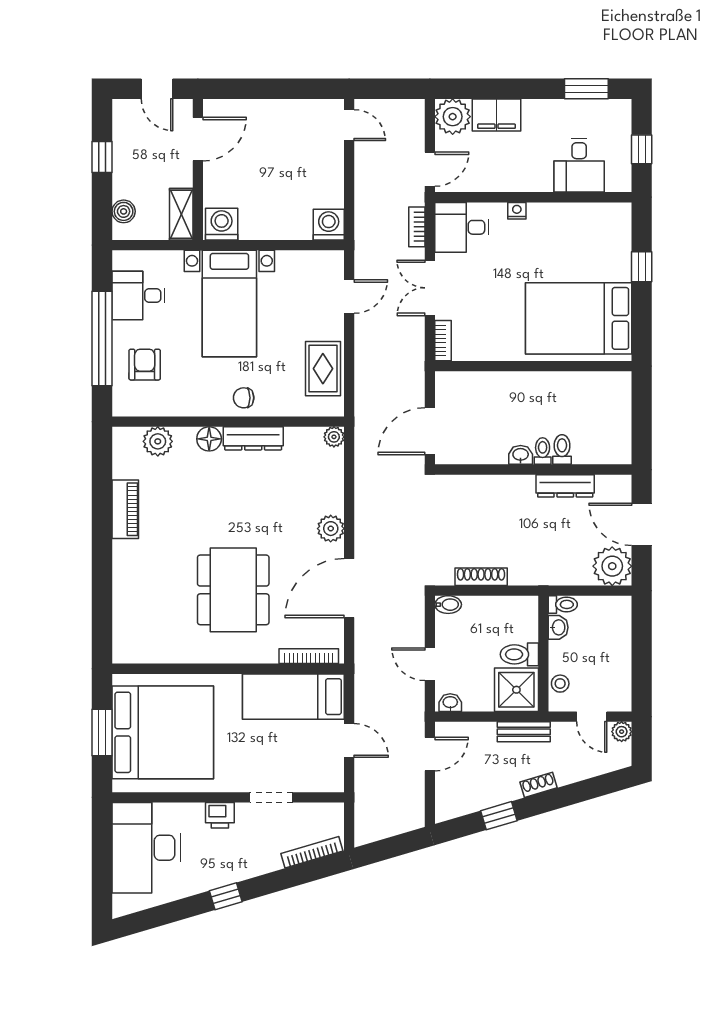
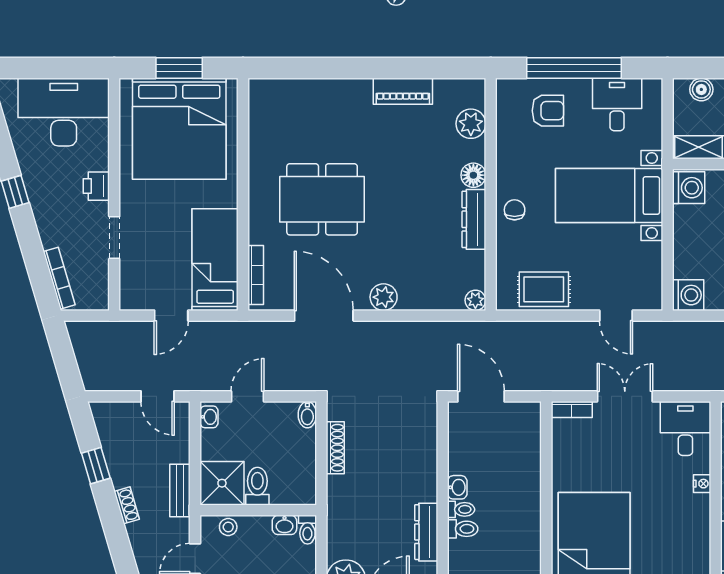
bookcase: (417, 227) -> (686, 383), removed

